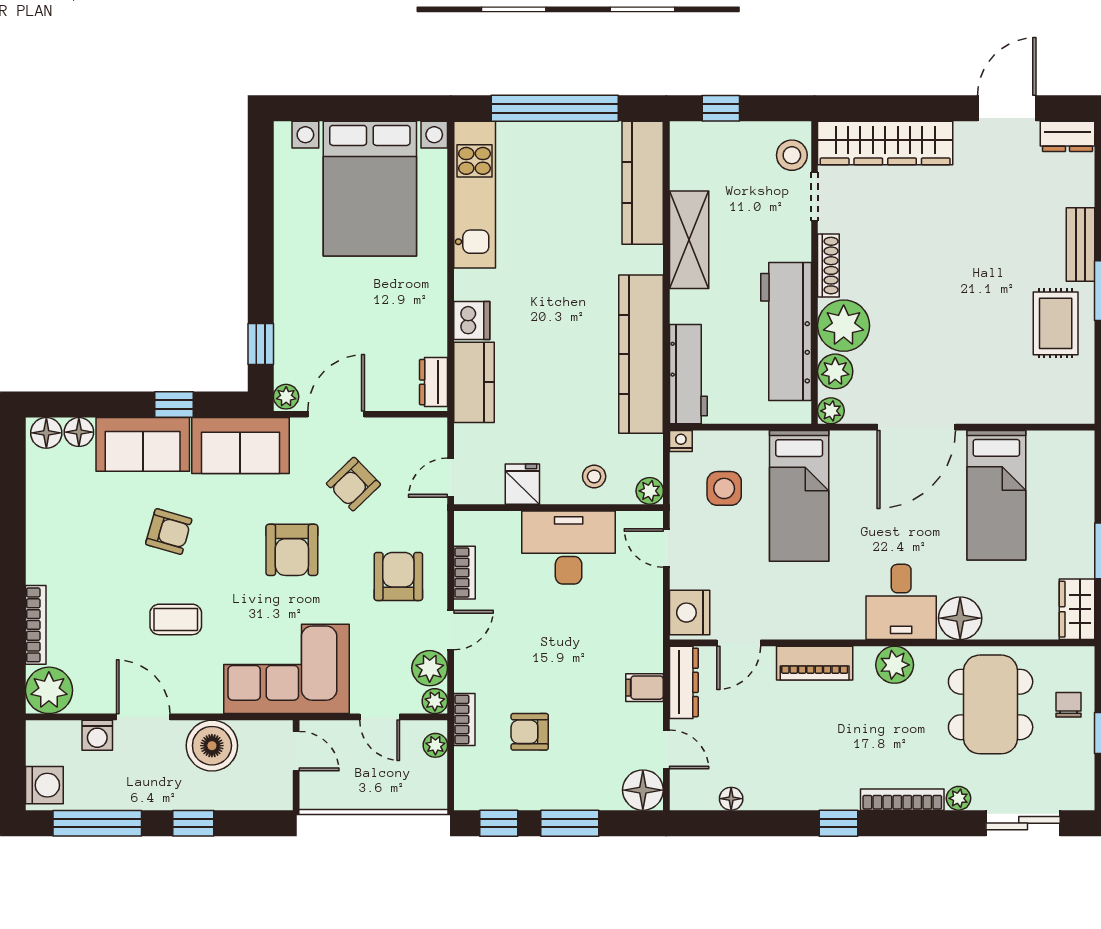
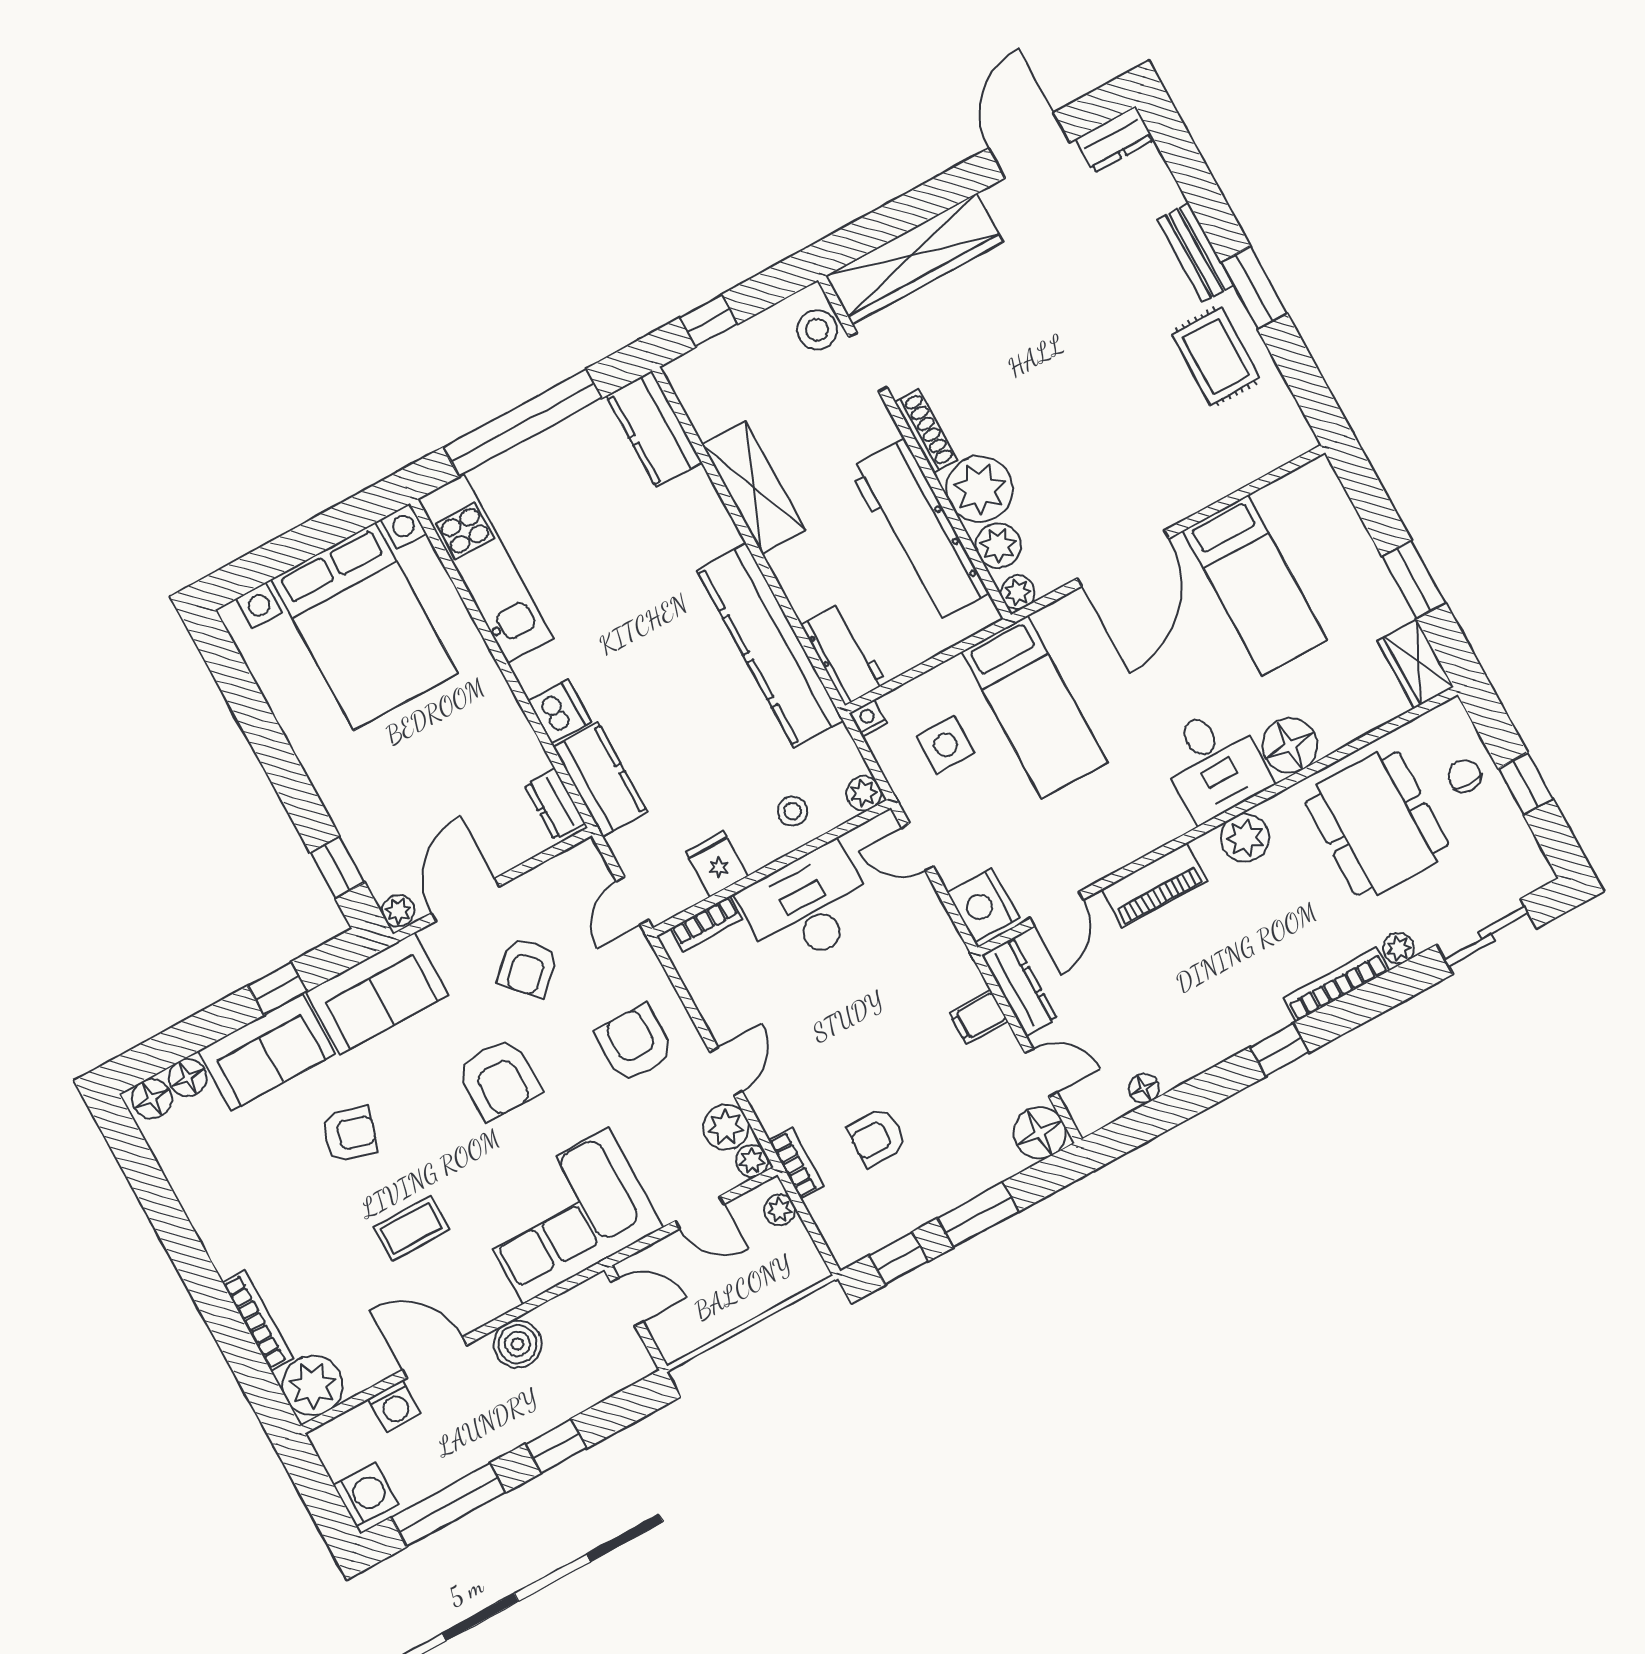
kitchen counter: (643, 183) -> (654, 429), width x0.67
workbench: (688, 374) -> (844, 654), width x0.73
bookcase: (464, 573) -> (707, 924), moved, turned 90
boiler: (212, 746) -> (517, 1344), width x0.73, depth x0.73

